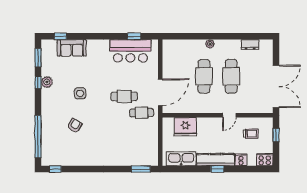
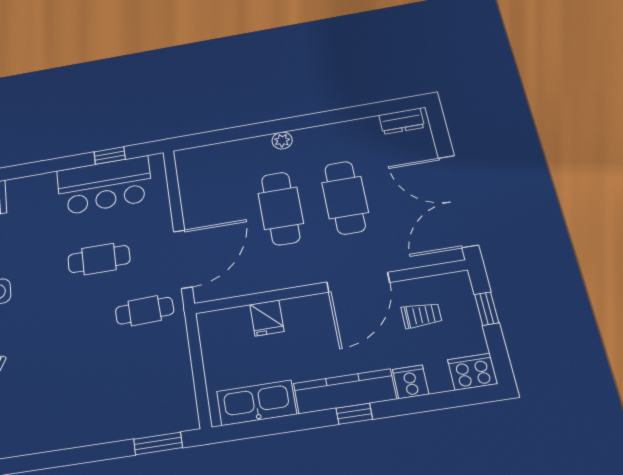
dresser: (250, 44) -> (402, 121), moved
double door: (276, 86) -> (458, 201), swing flipped
cafe table: (124, 96) -> (99, 259), moved
door: (229, 115) -> (358, 282), width x1.88
fridge: (185, 127) -> (267, 318), width x0.53, depth x0.75

